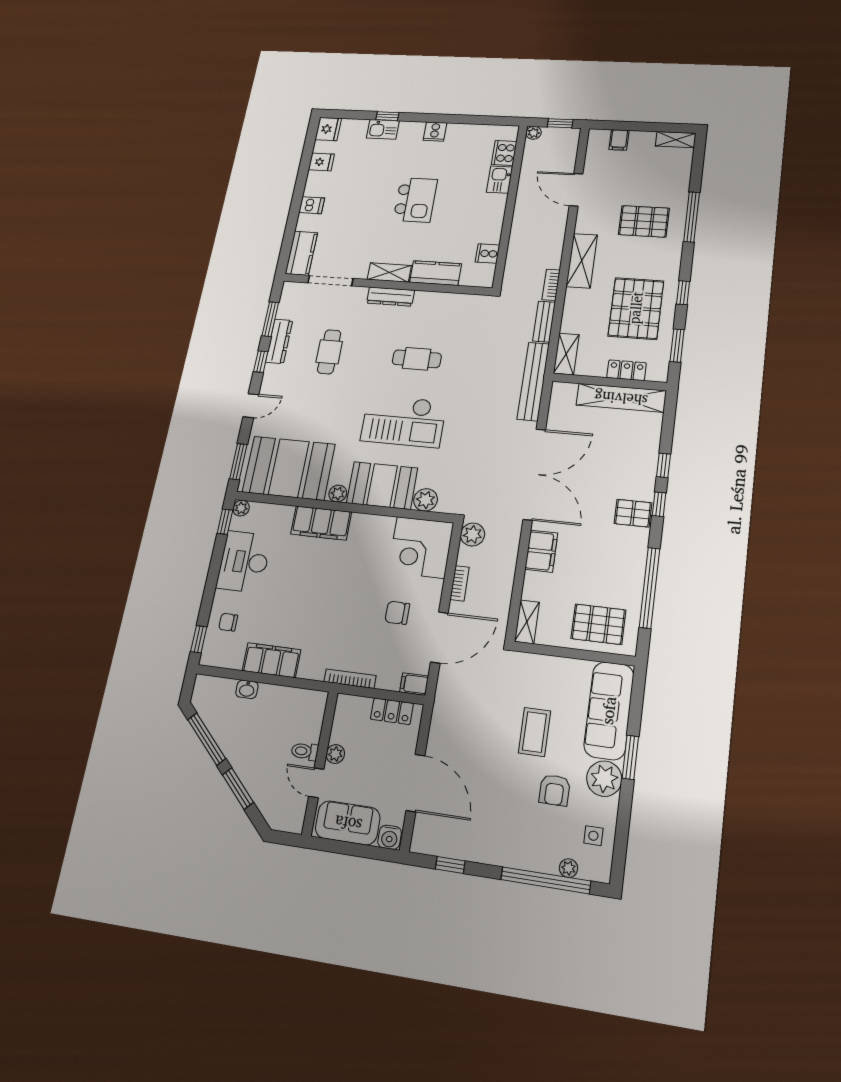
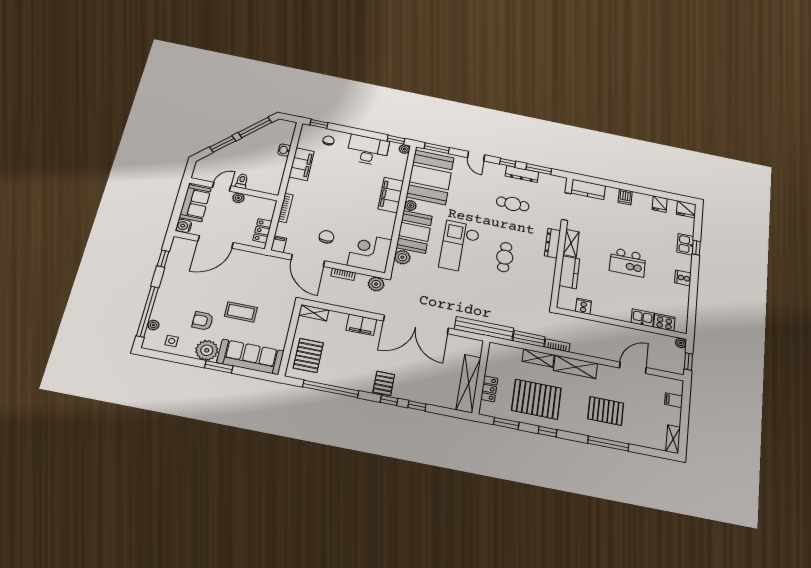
pallet: (644, 221) -> (606, 411), turned 90
shelving: (566, 354) -> (538, 358), moved

